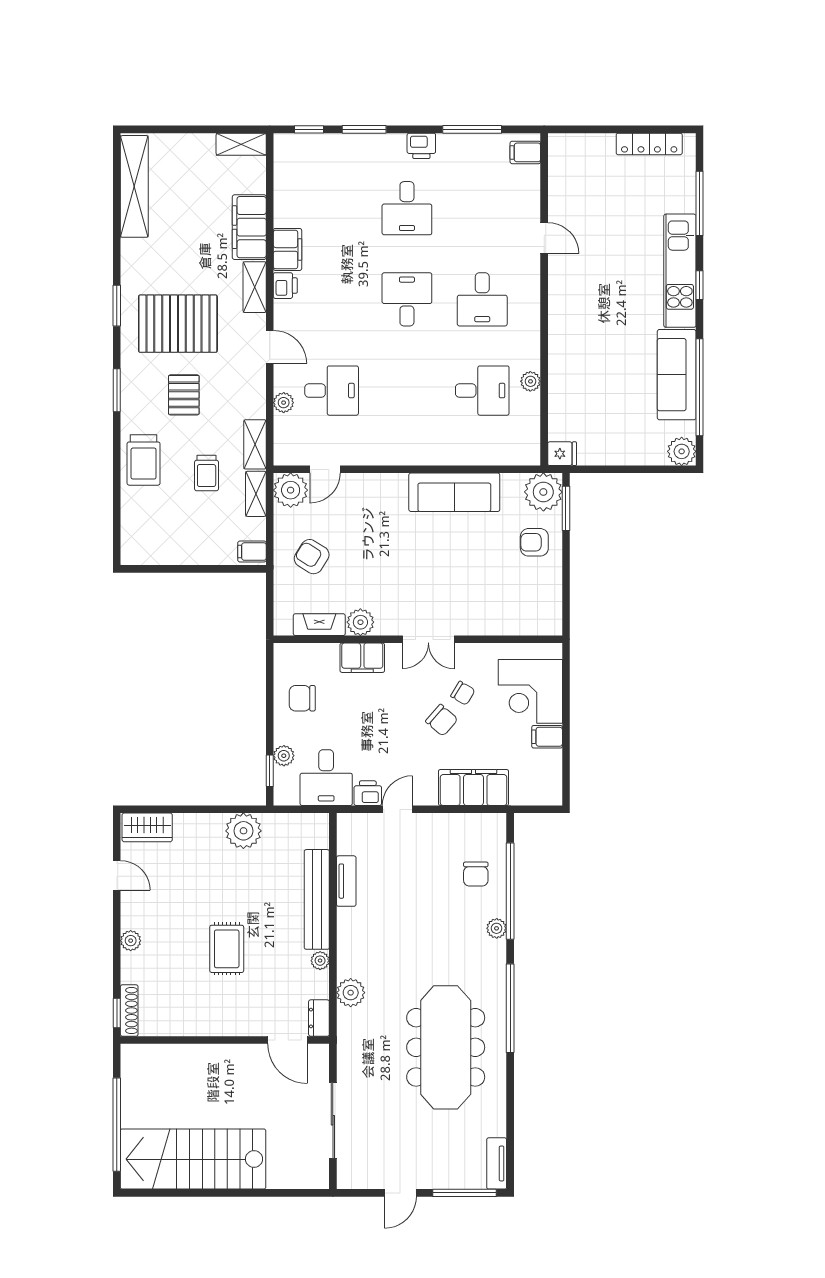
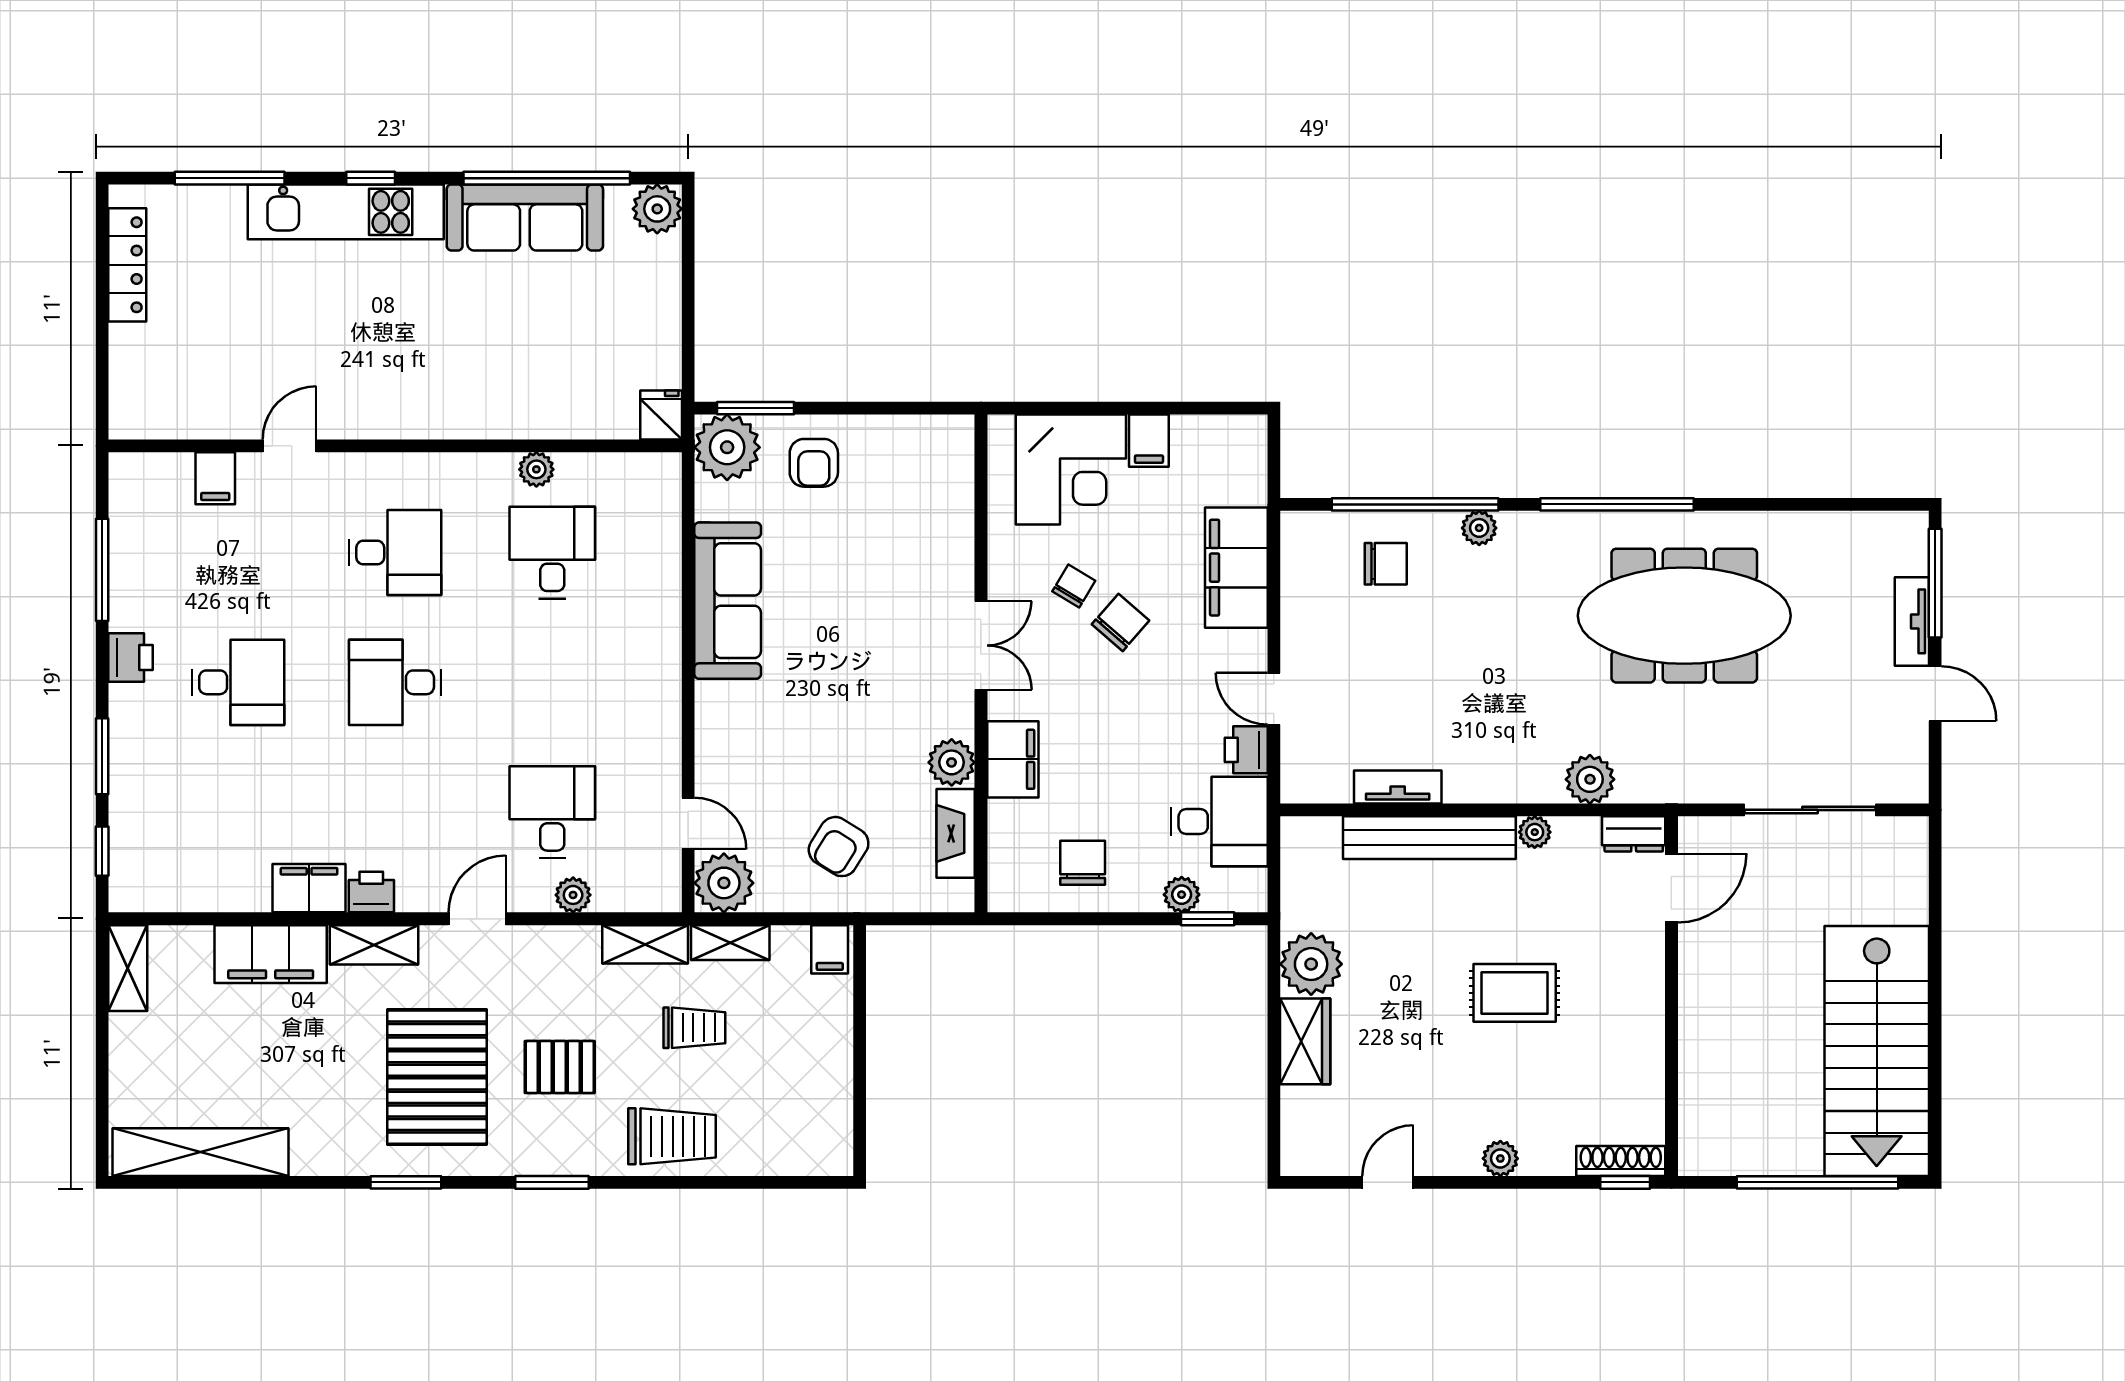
filing cabinet: (525, 152) -> (215, 478), moved
chair: (302, 698) -> (1083, 863), turned 180
wardrobe: (147, 827) -> (1305, 1041), moved
tv unit: (497, 1163) -> (1912, 621), moved, turned 90

